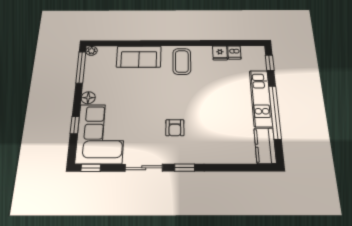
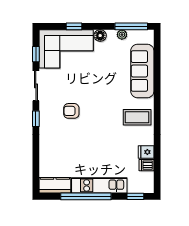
plant: (92, 51) -> (122, 35), moved
sofa: (139, 57) -> (142, 71), width x1.36
window: (91, 168) -> (36, 54), moved

